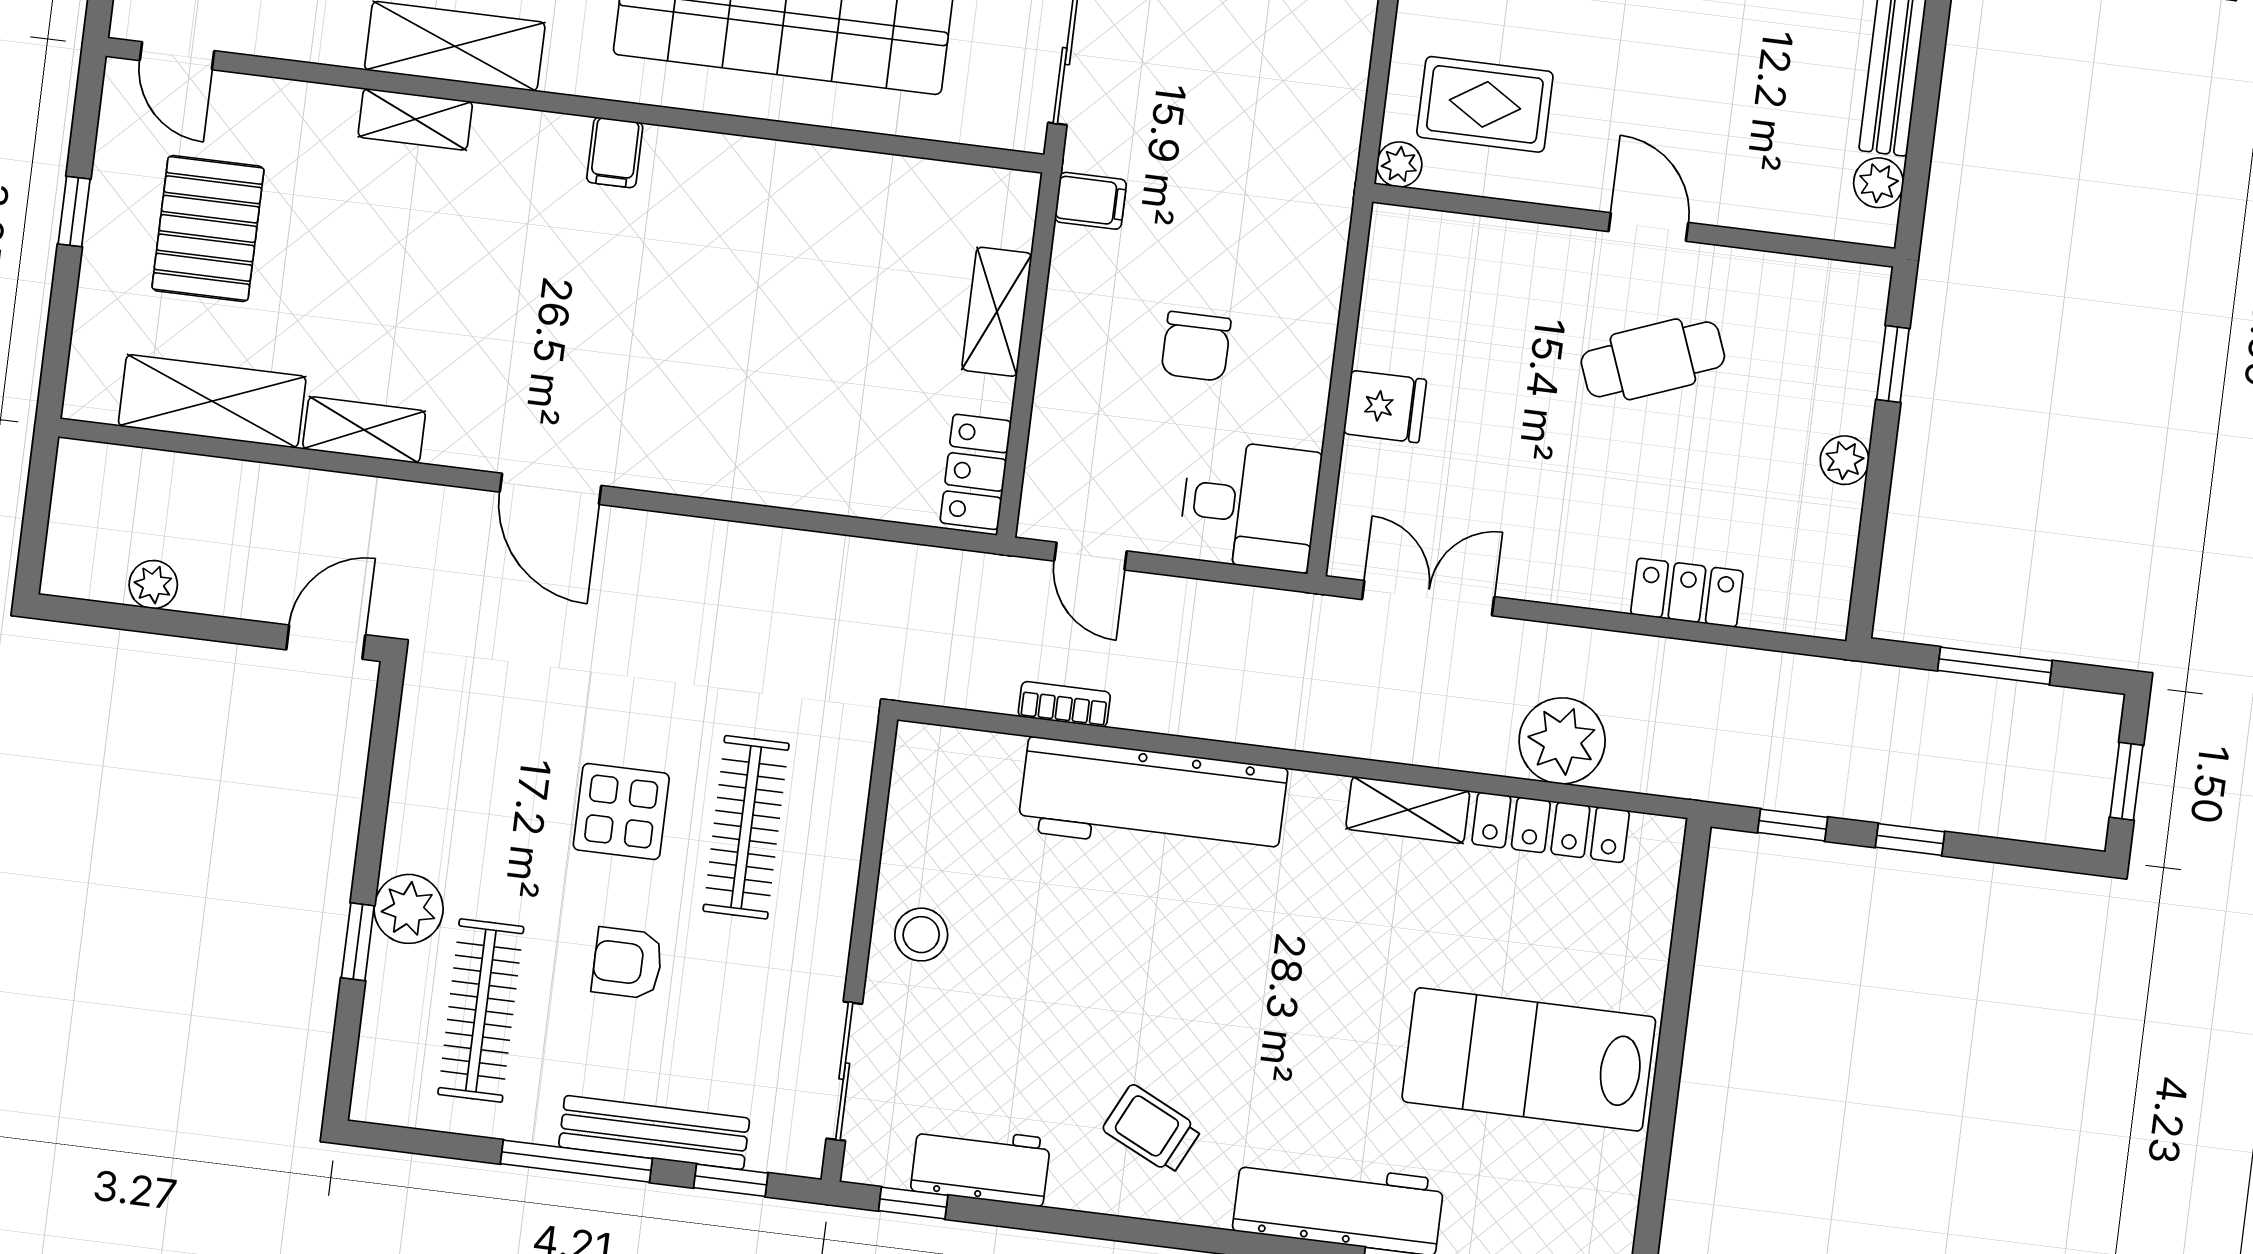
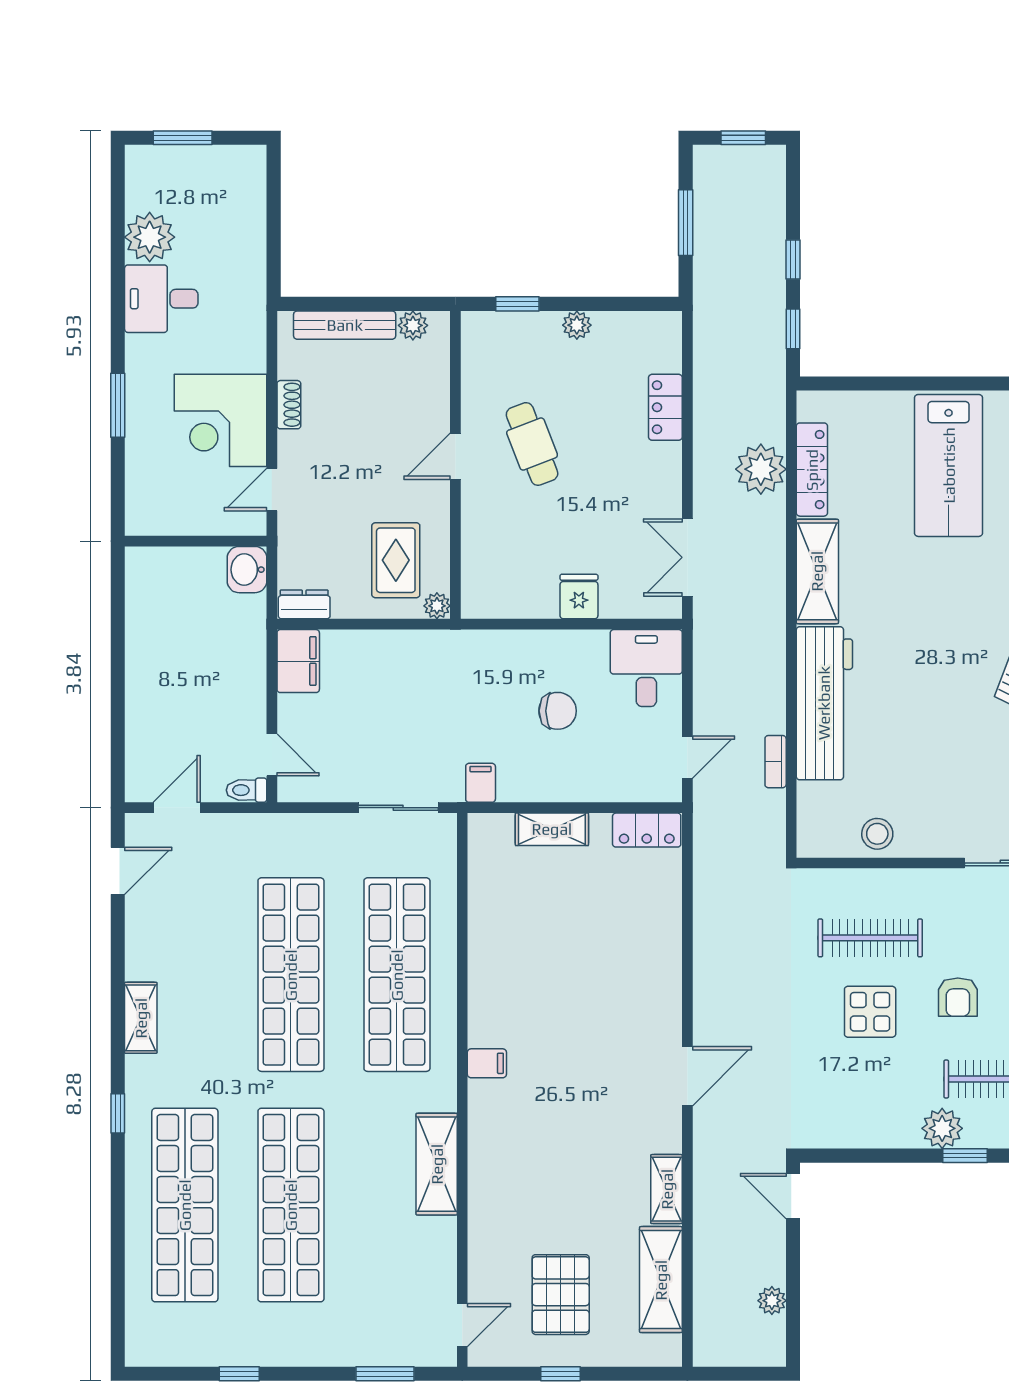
shelving: (415, 119) -> (482, 1182), removed
pallet: (208, 229) -> (561, 1295), turned 90
shelving: (1408, 810) -> (817, 571), width x1.50, depth x1.33
stool: (921, 935) -> (877, 834), moved

